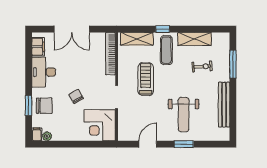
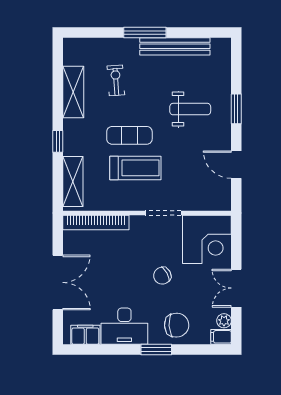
exercise mat: (166, 50) -> (129, 135), moved
window: (233, 64) -> (145, 33), moved
treadmill: (146, 79) -> (135, 168), turned 180
window: (29, 106) -> (156, 349), moved
chair: (44, 106) -> (177, 325), turned 87
weight bench: (184, 114) -> (190, 109), width x0.73, depth x0.75
double door: (68, 144) -> (236, 288), added

